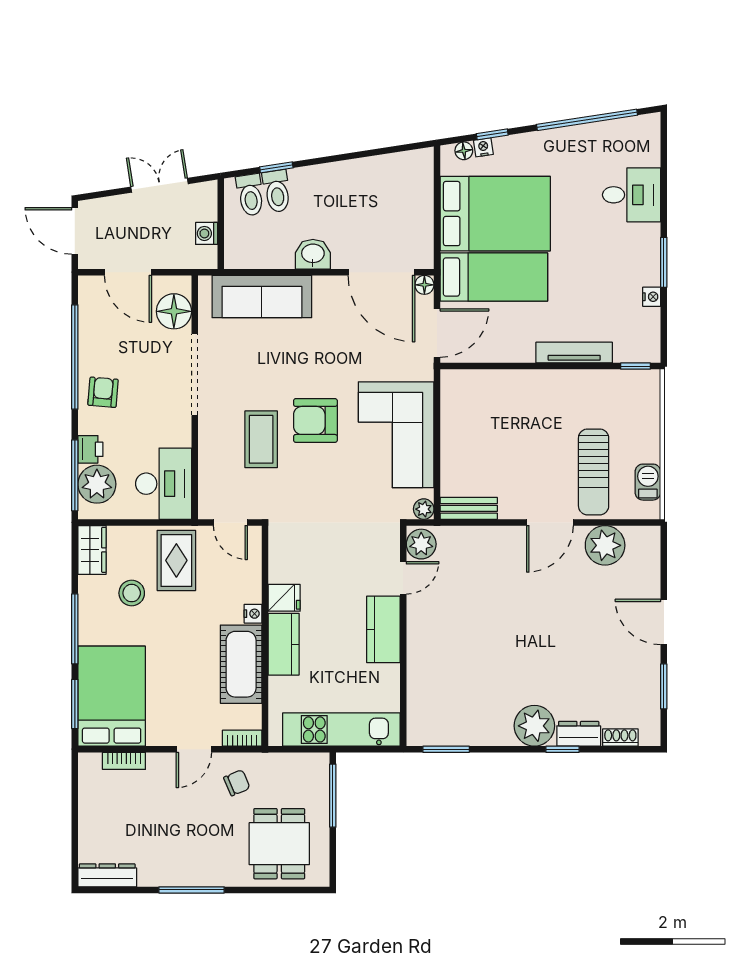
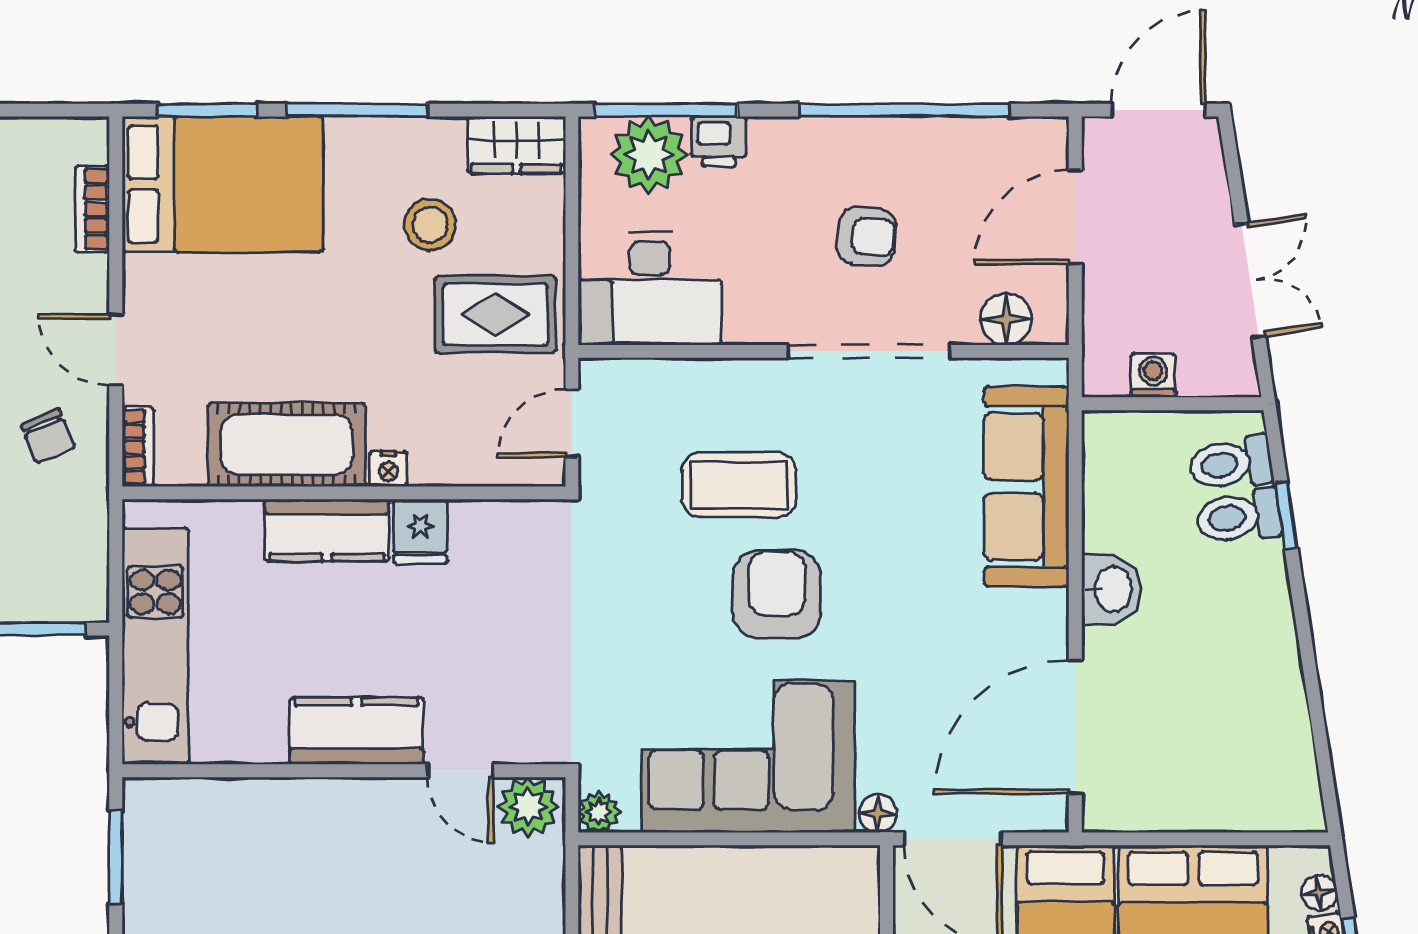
floor lamp: (424, 285) -> (878, 813), moved
floor lamp: (174, 311) -> (1006, 319), width x0.73, depth x0.73
armchair: (103, 392) -> (866, 236), moved

